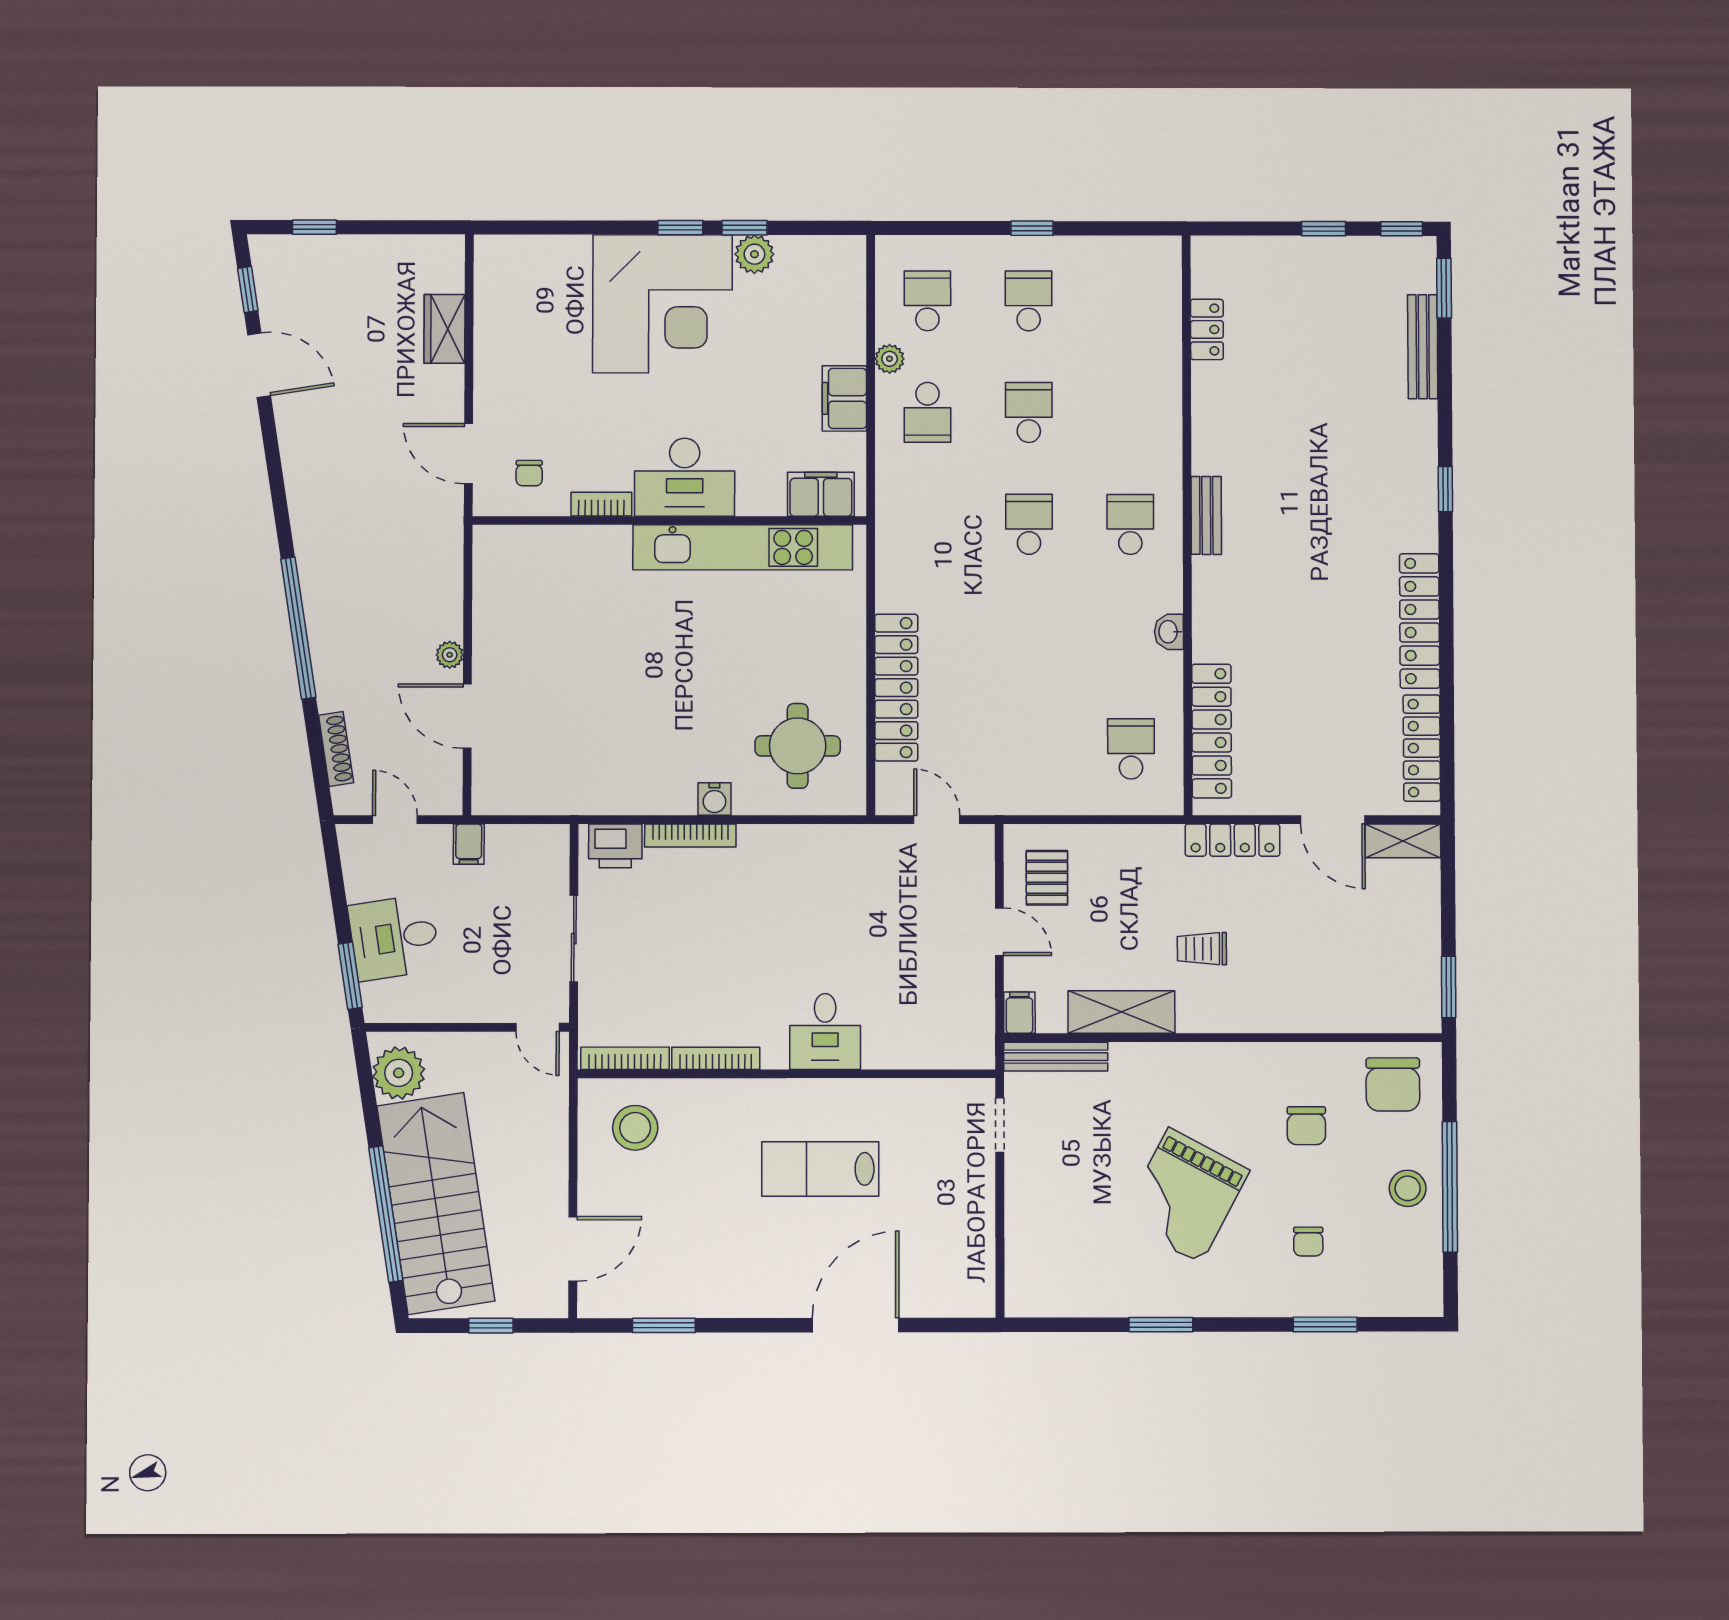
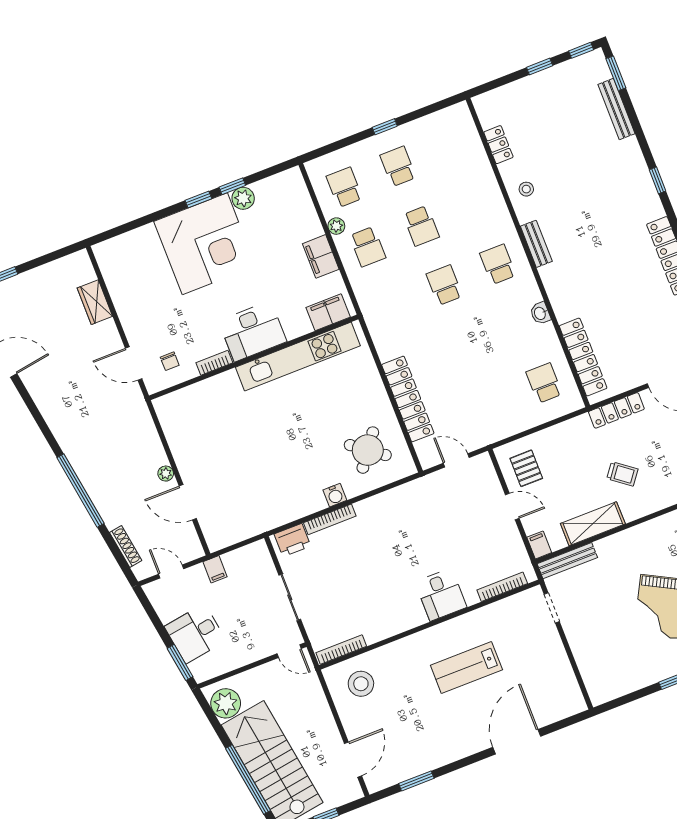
school desk: (1029, 412) -> (421, 226), turned 180
stool: (1224, 420) -> (526, 189), added
round table: (798, 746) -> (368, 450), turned 37
trolley: (1202, 949) -> (622, 474), turned -143
bookcase: (716, 1058) -> (502, 587), moved

